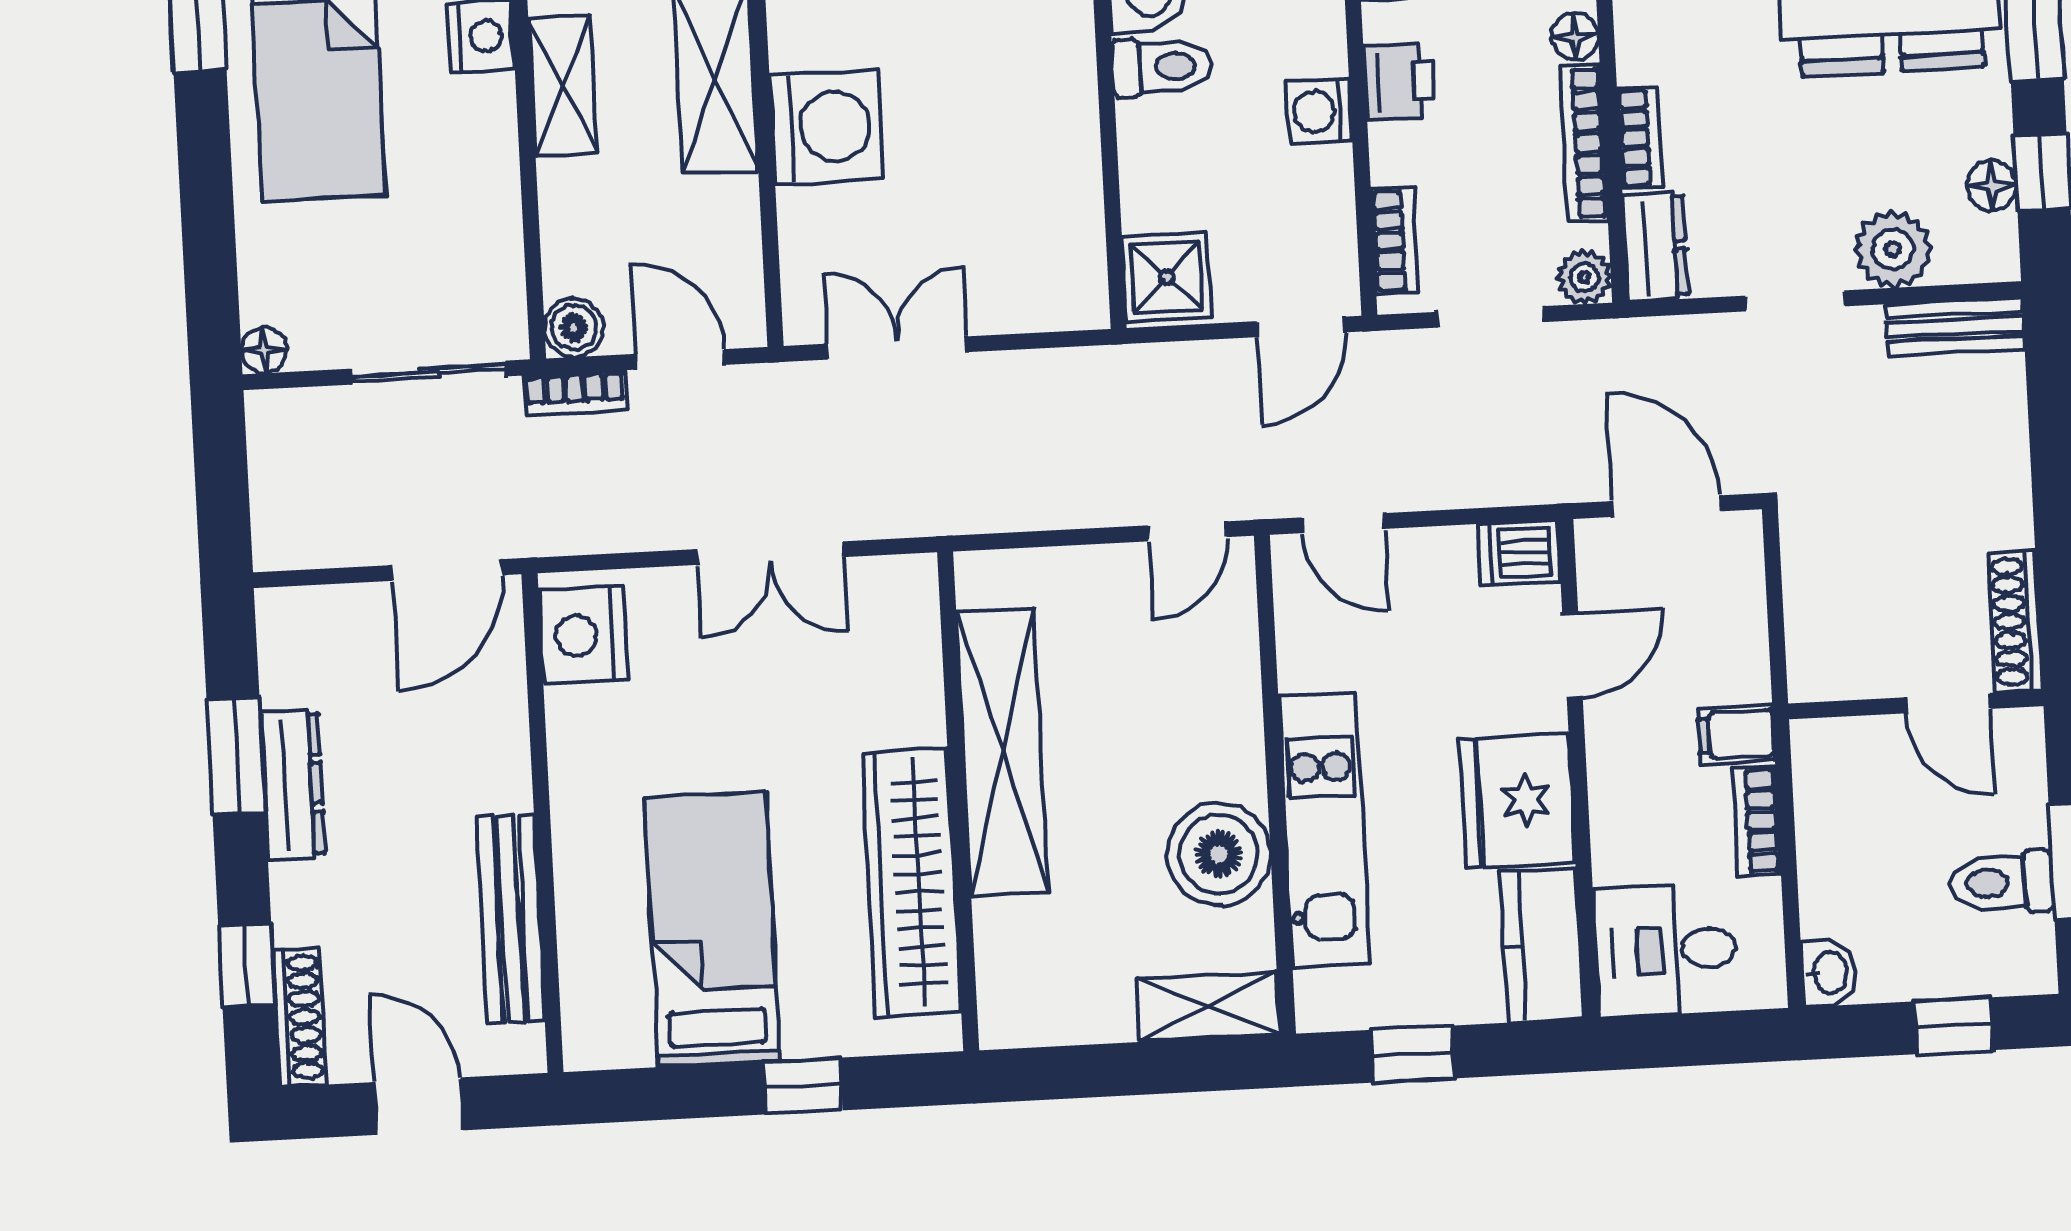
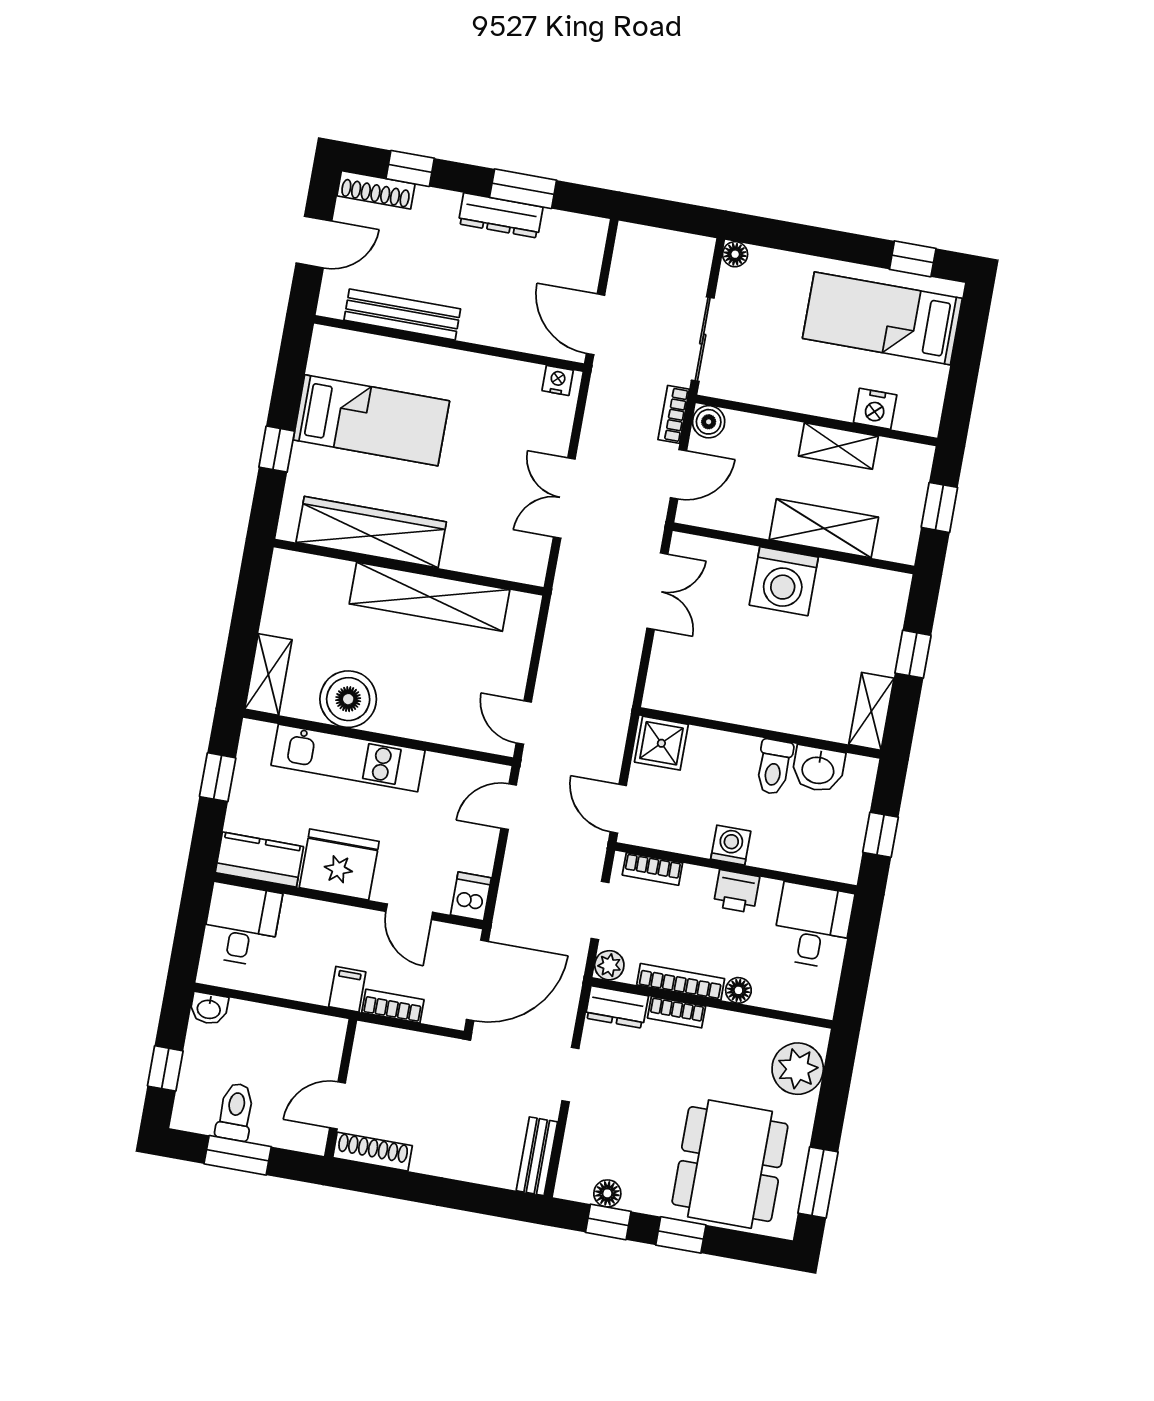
plant: (1893, 249) -> (586, 1133), removed
door: (1666, 506) -> (477, 980), width x1.36
nightstand: (583, 635) -> (558, 380), width x0.53, depth x0.56
bookcase: (1757, 821) -> (393, 1006), moved

